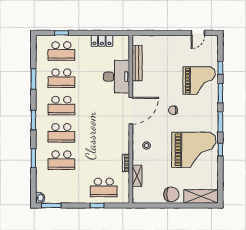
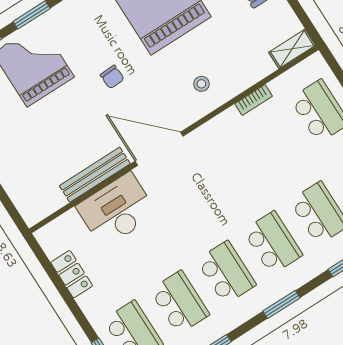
bench: (137, 63) -> (95, 175), moved
shelving: (137, 176) -> (292, 49), moved

